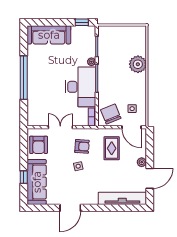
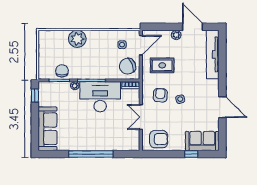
chair: (106, 49) -> (62, 71), added
sofa: (37, 182) -> (202, 141), width x0.73

